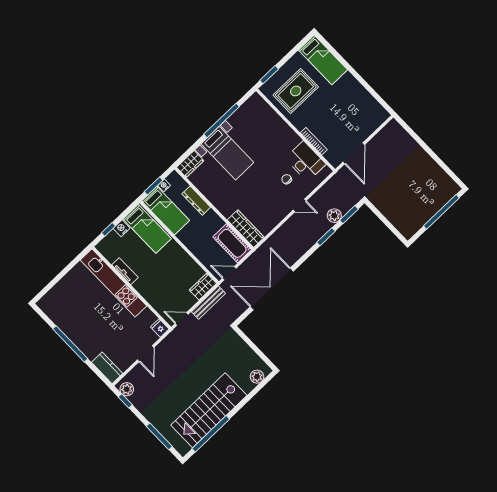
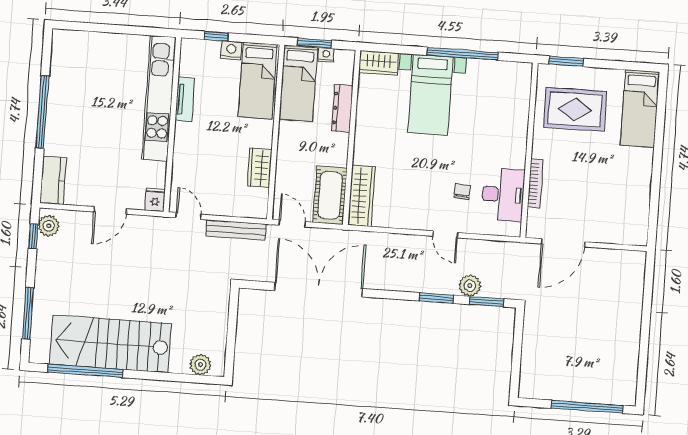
wardrobe: (203, 287) -> (260, 168), moved, turned -90

